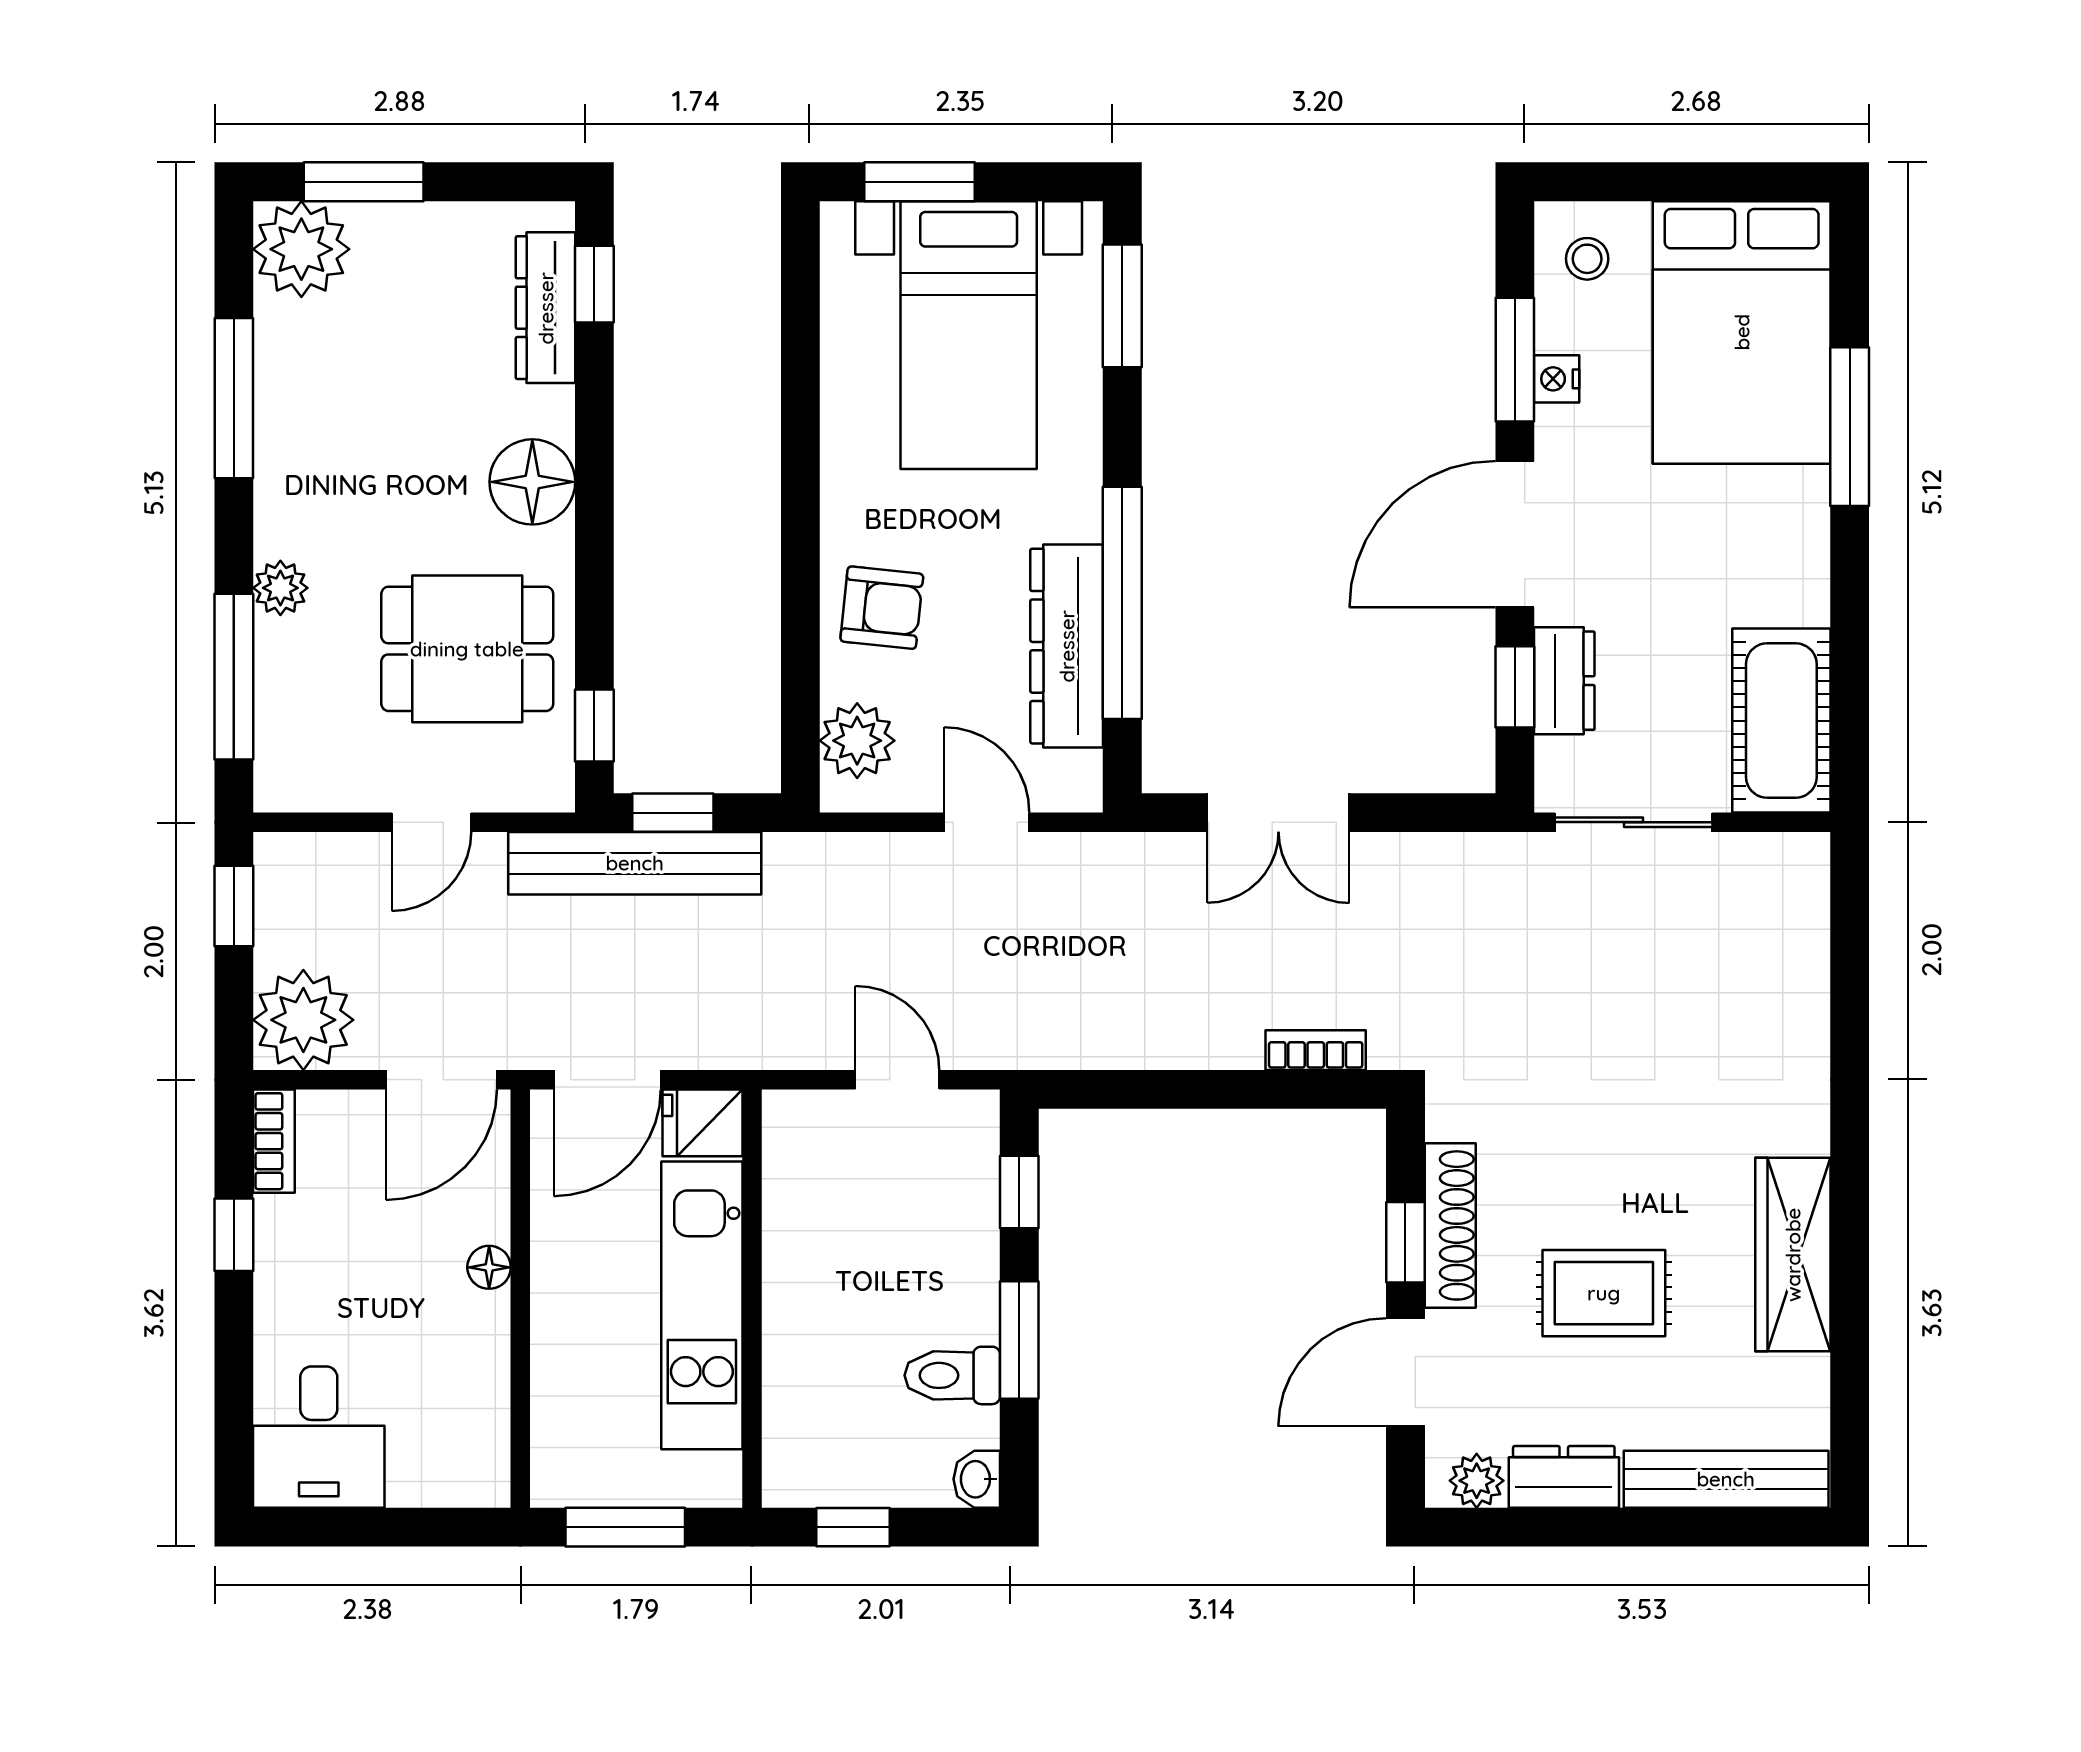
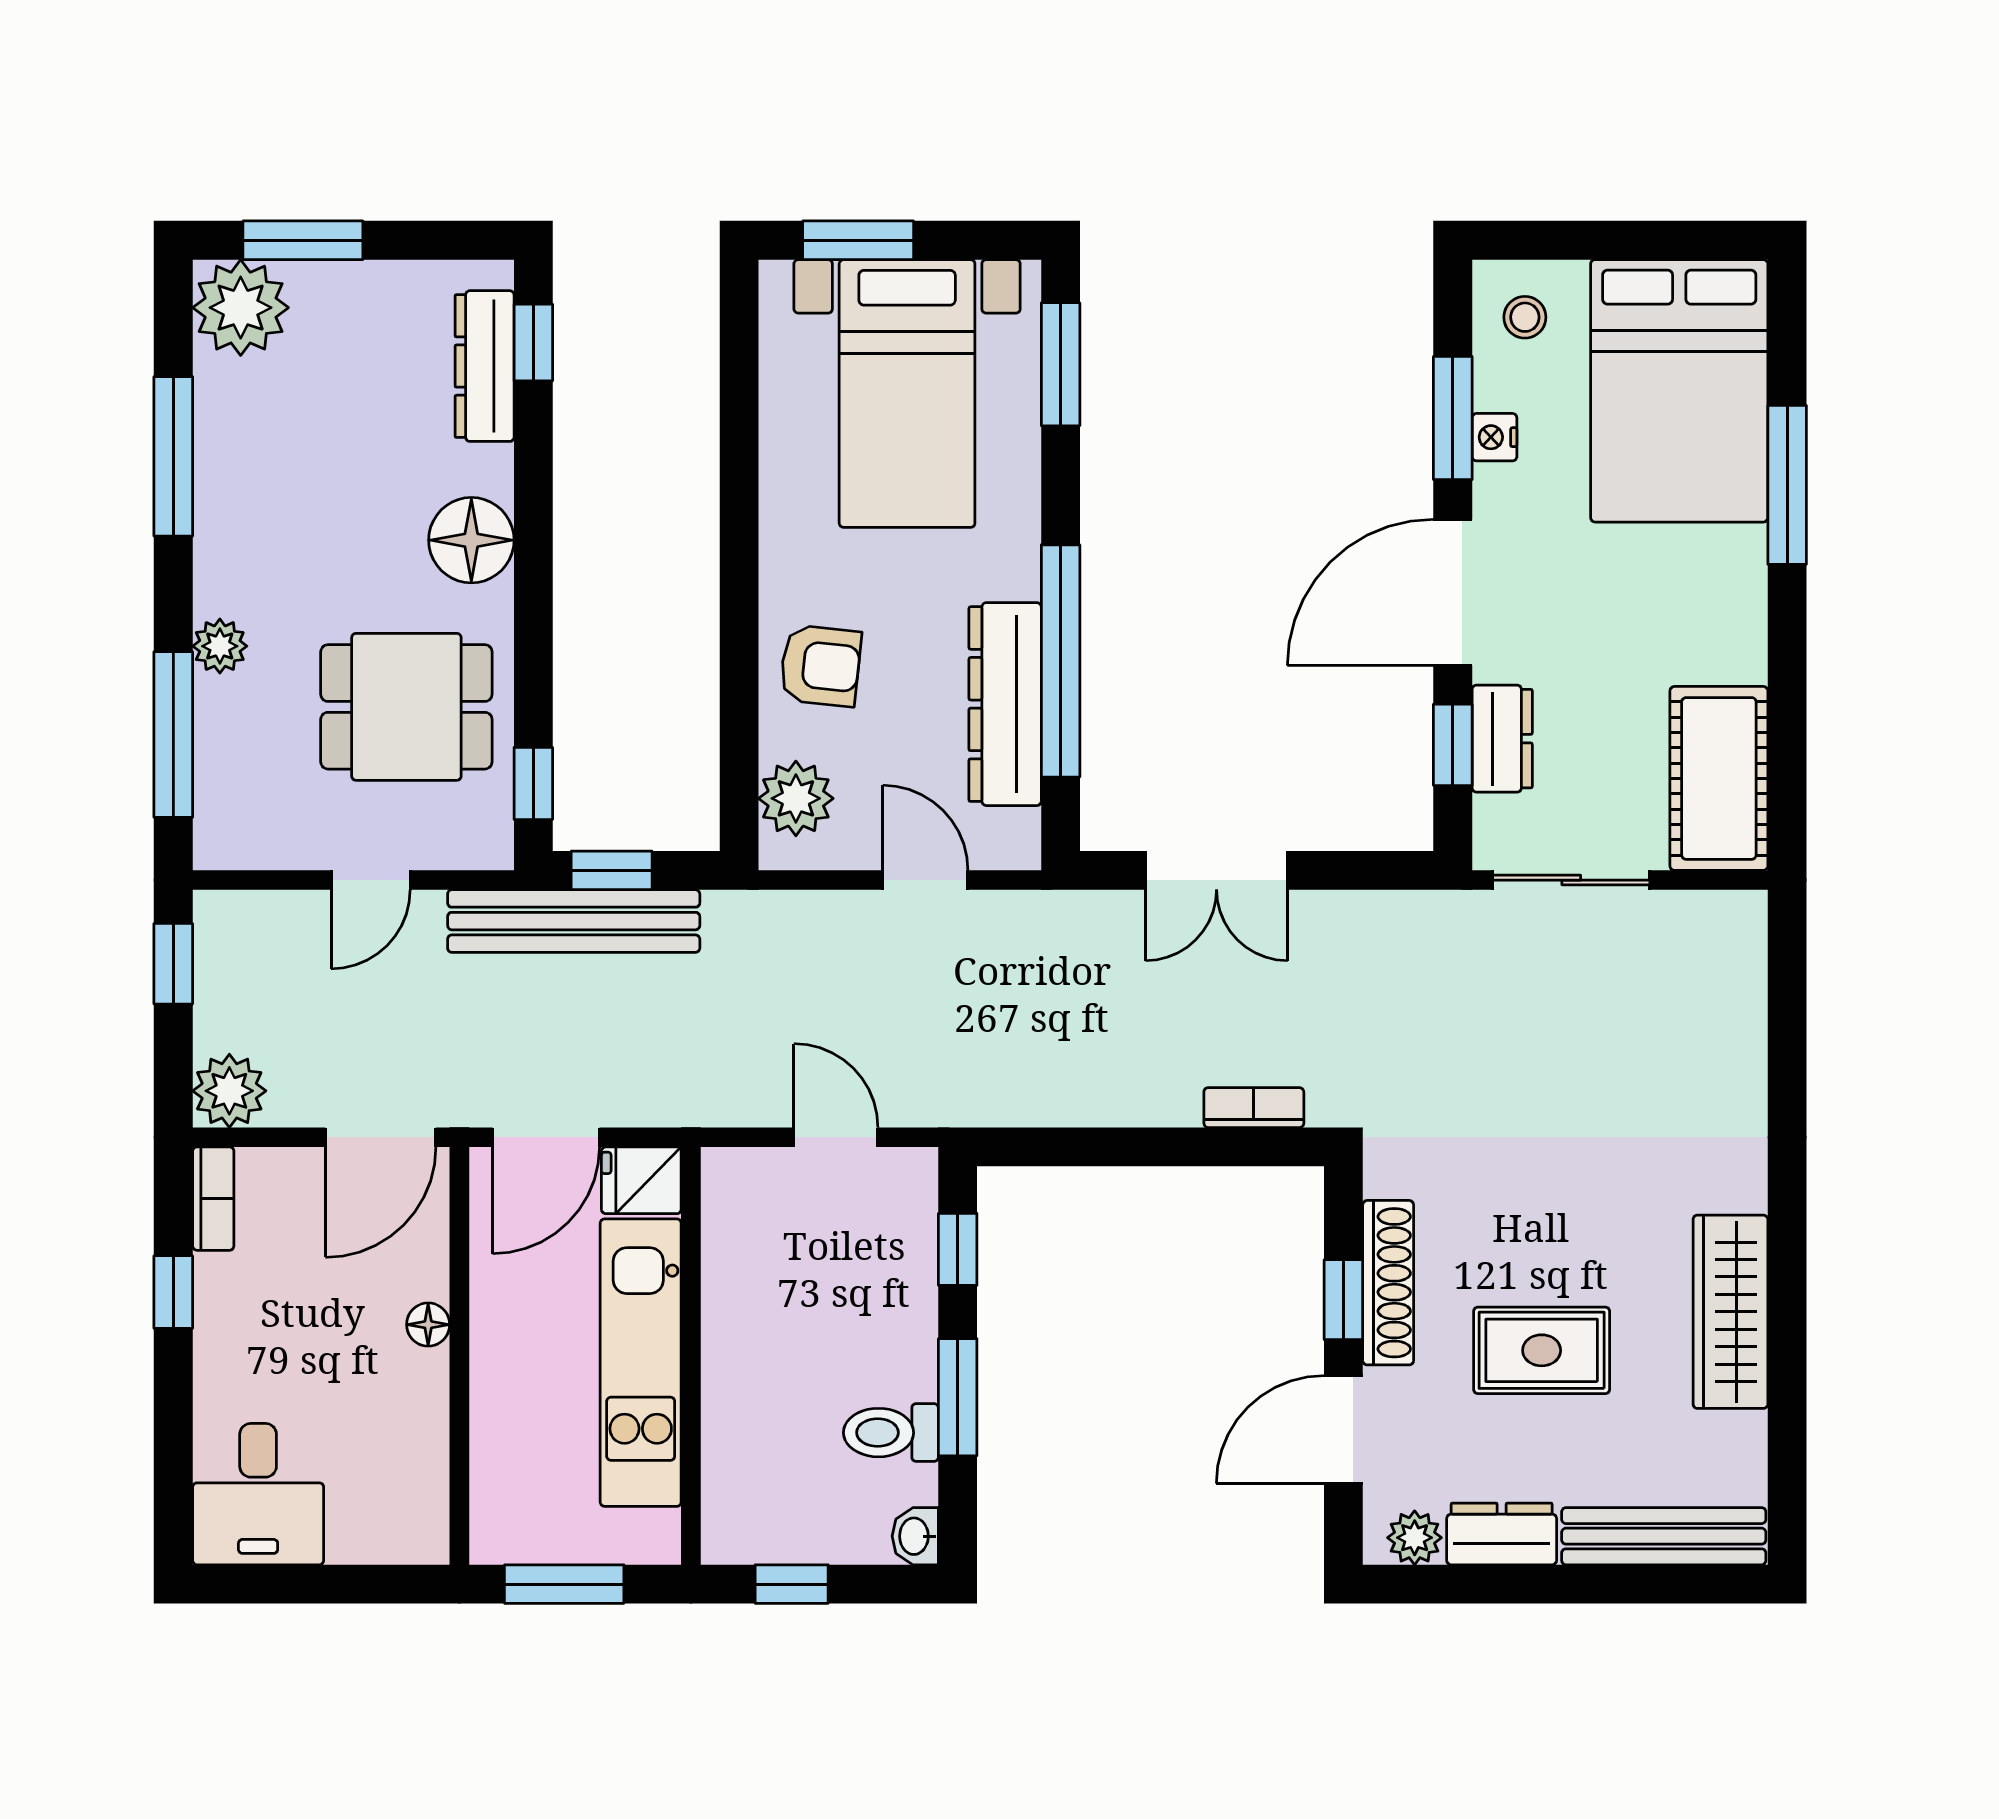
plant: (303, 1020) -> (229, 1091), width x0.73, depth x0.73

